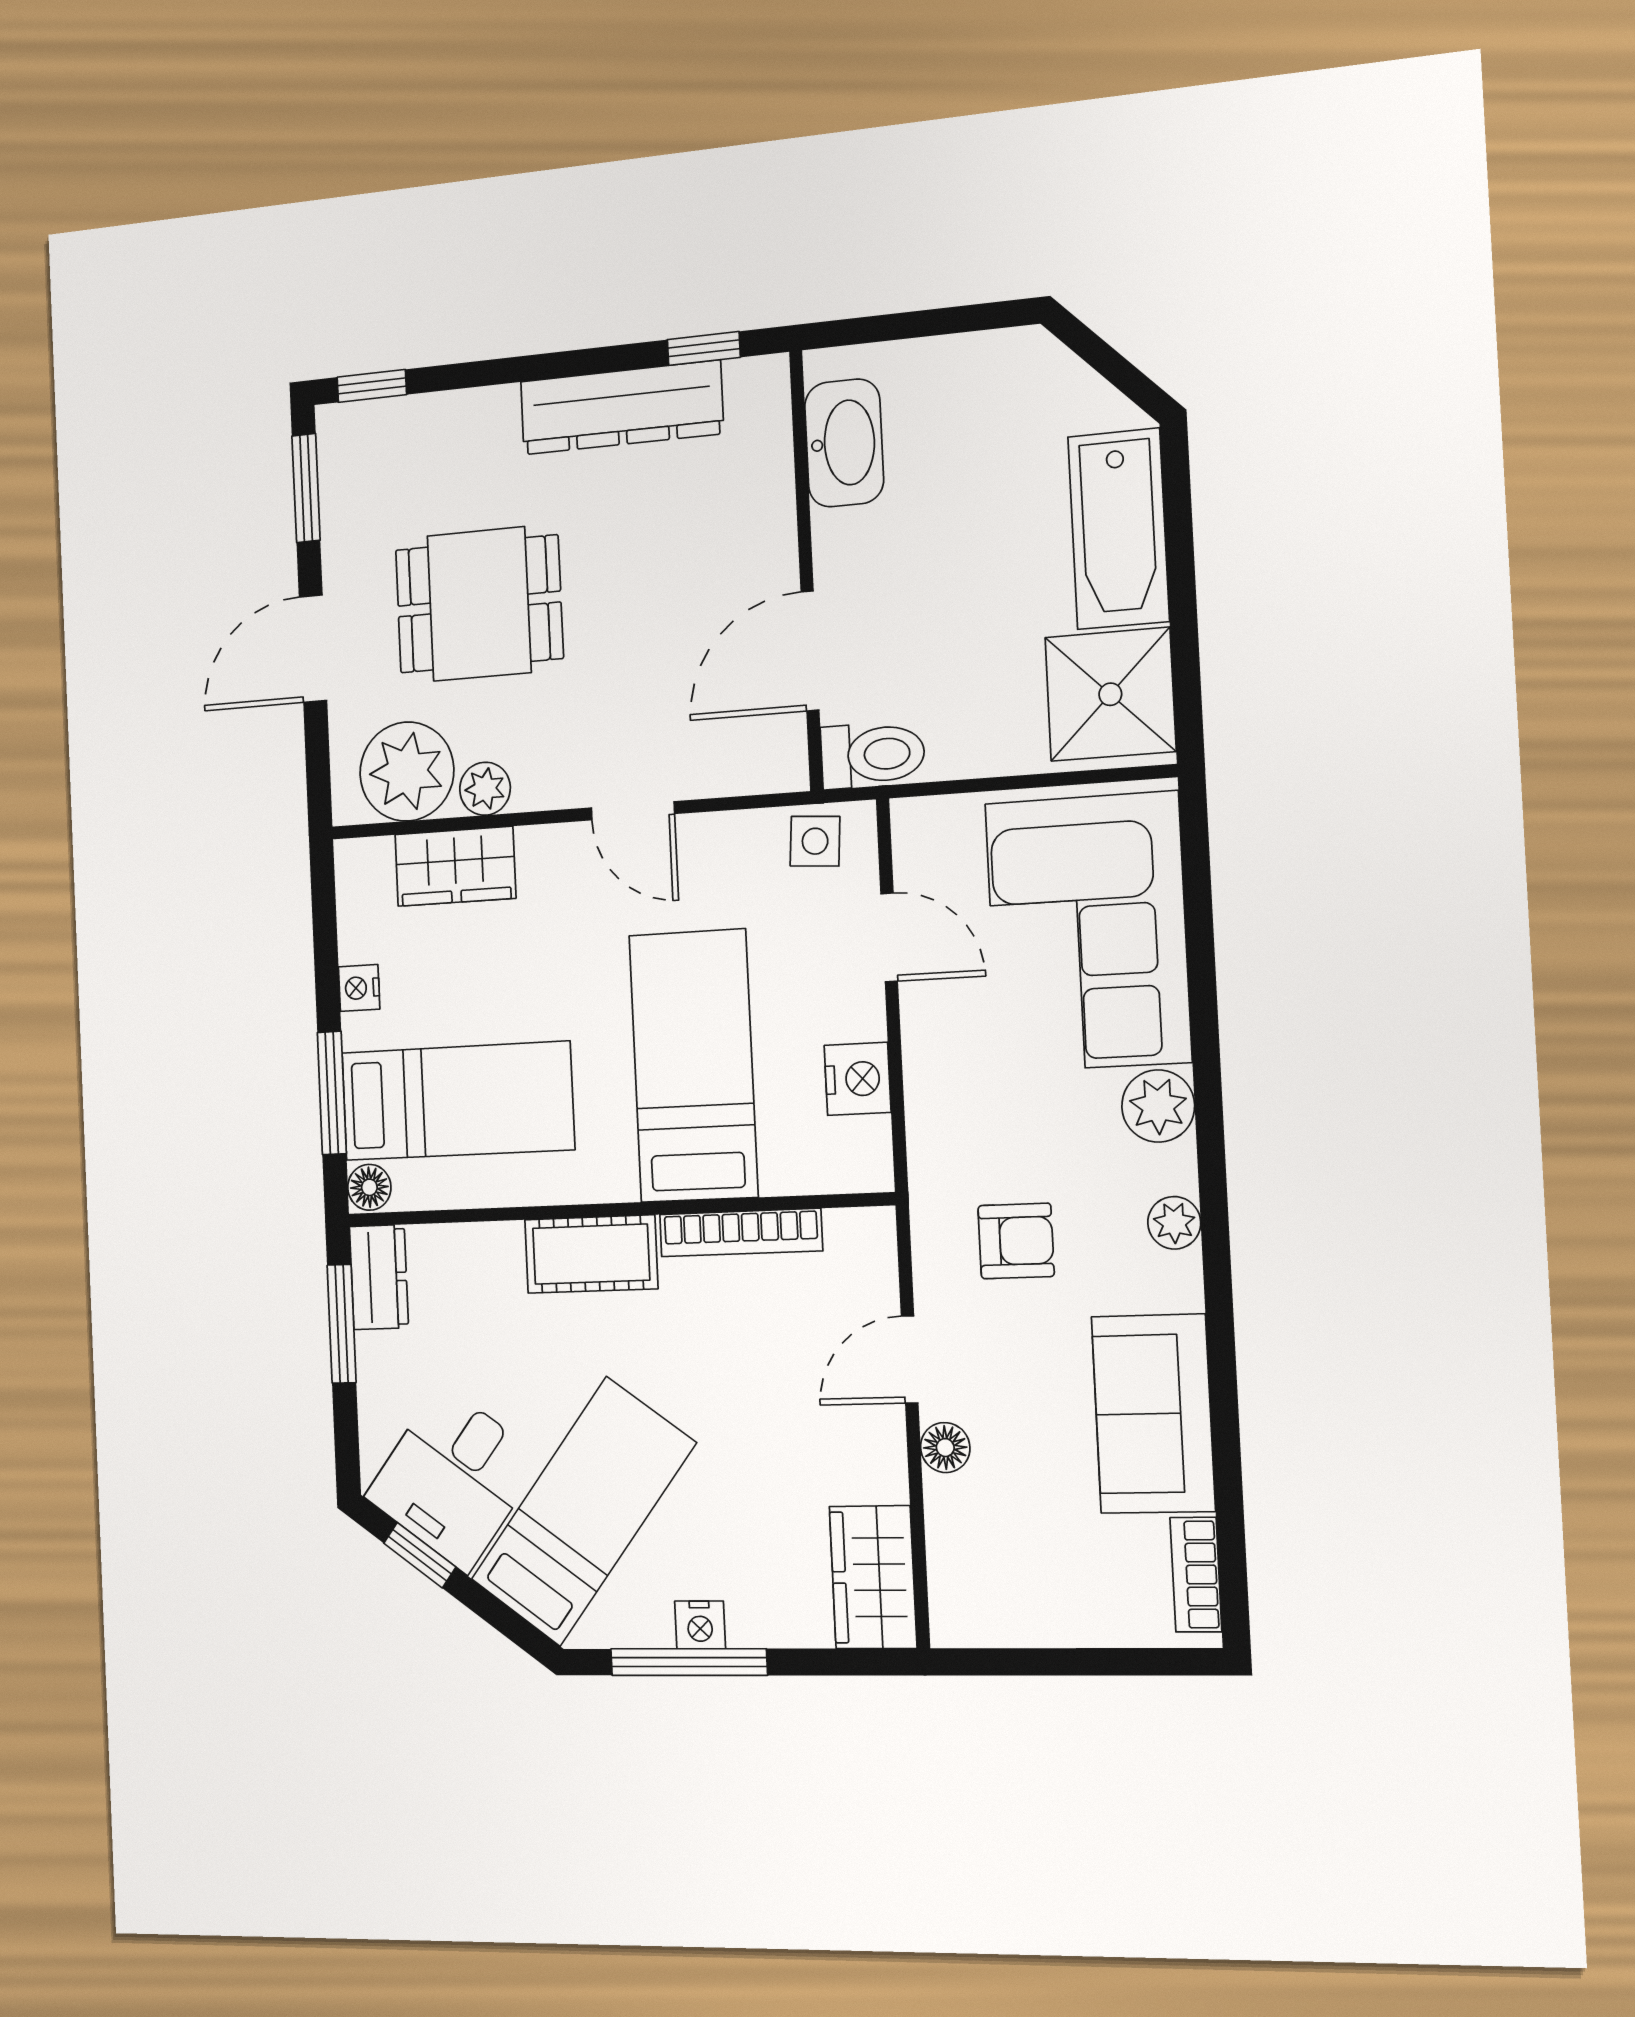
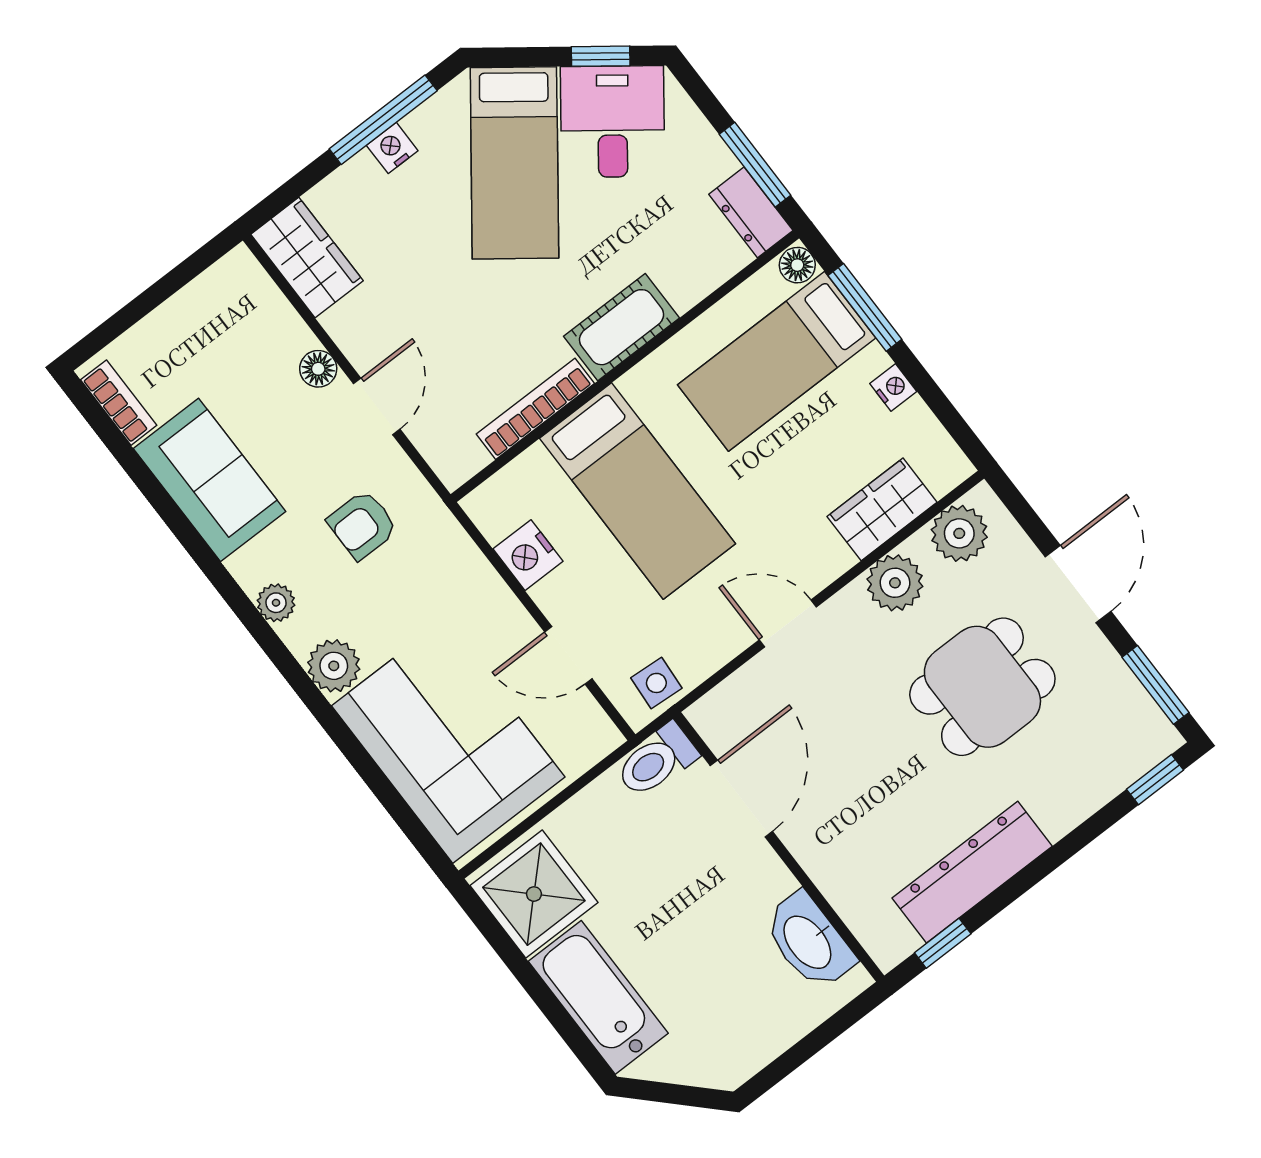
plant: (407, 772) -> (959, 533), width x0.73, depth x0.73
plant: (485, 789) -> (895, 583), width x1.38, depth x1.38

